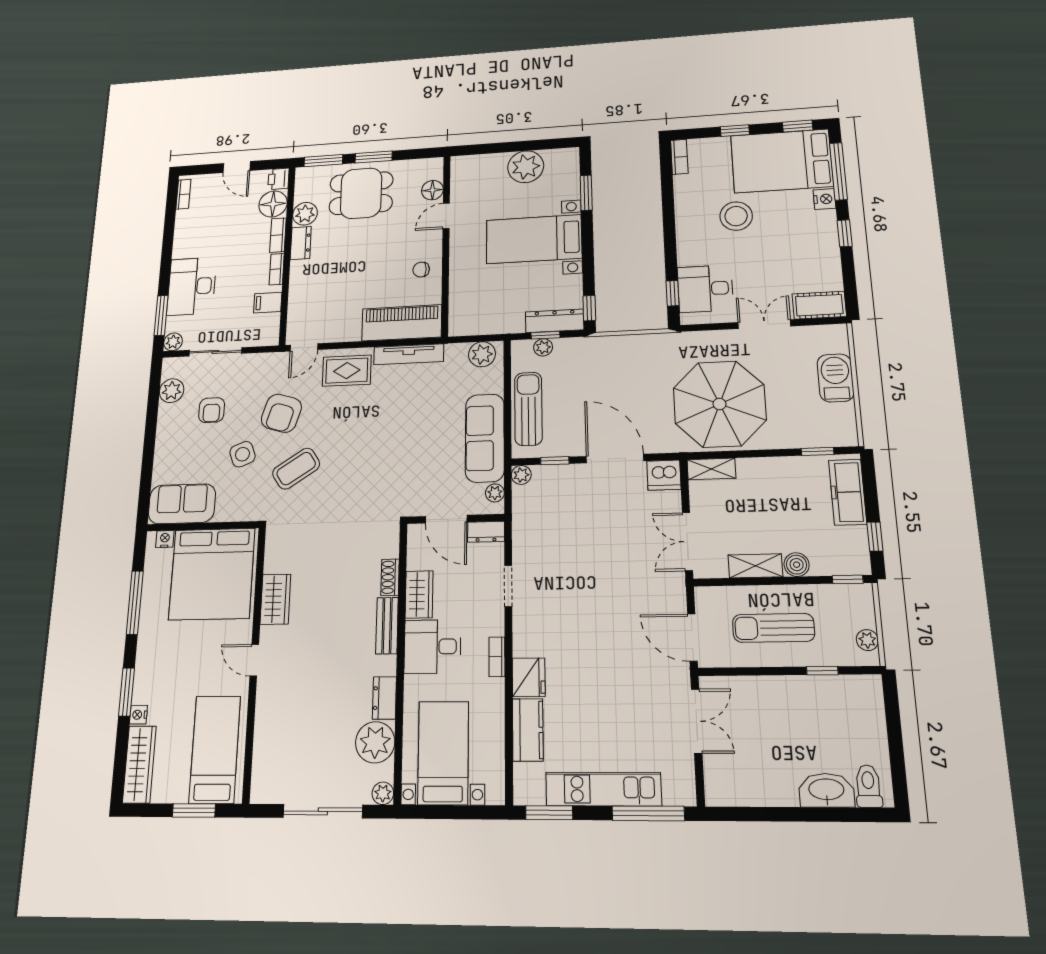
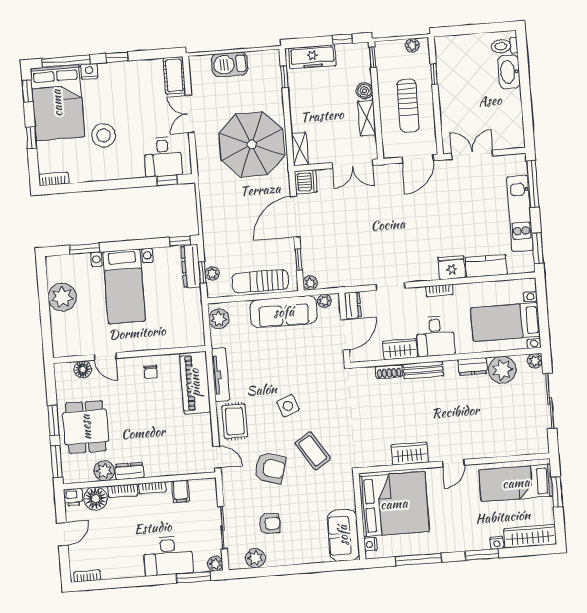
side table: (242, 454) -> (288, 406), moved

